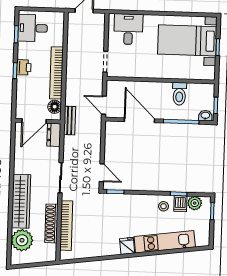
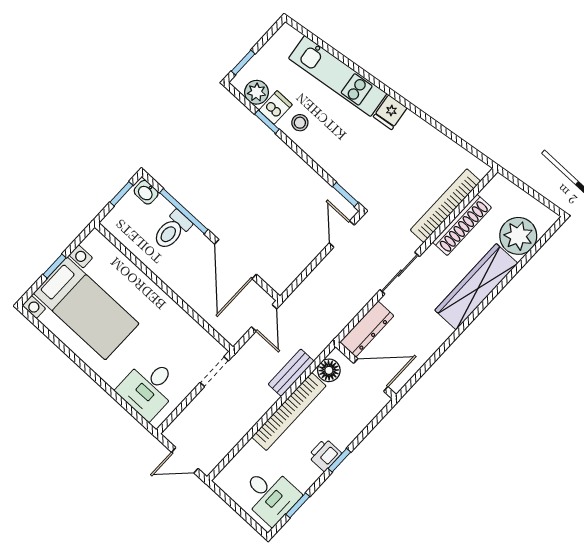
toilet: (179, 94) -> (172, 230), moved, turned 180
bench: (70, 121) -> (291, 373), moved
dresser: (54, 135) -> (367, 329), width x1.44

